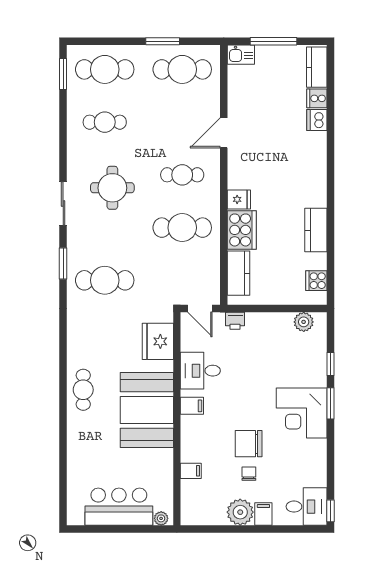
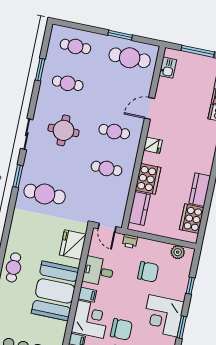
kitchen sink: (241, 55) -> (168, 68), moved, turned -90
cafe table: (105, 69) -> (75, 46), width x0.73, depth x0.74
window: (63, 74) -> (40, 70), moved
fridge: (239, 199) -> (153, 145), moved
cafe table: (182, 228) -> (107, 168), width x0.73, depth x0.74
cooker: (316, 281) -> (192, 219), width x1.87, depth x1.31
chair: (269, 357) -> (148, 272), added
window: (330, 403) -> (182, 327), moved
corner desk: (203, 439) -> (90, 319), added
chair: (249, 444) -> (121, 329), turned 180

